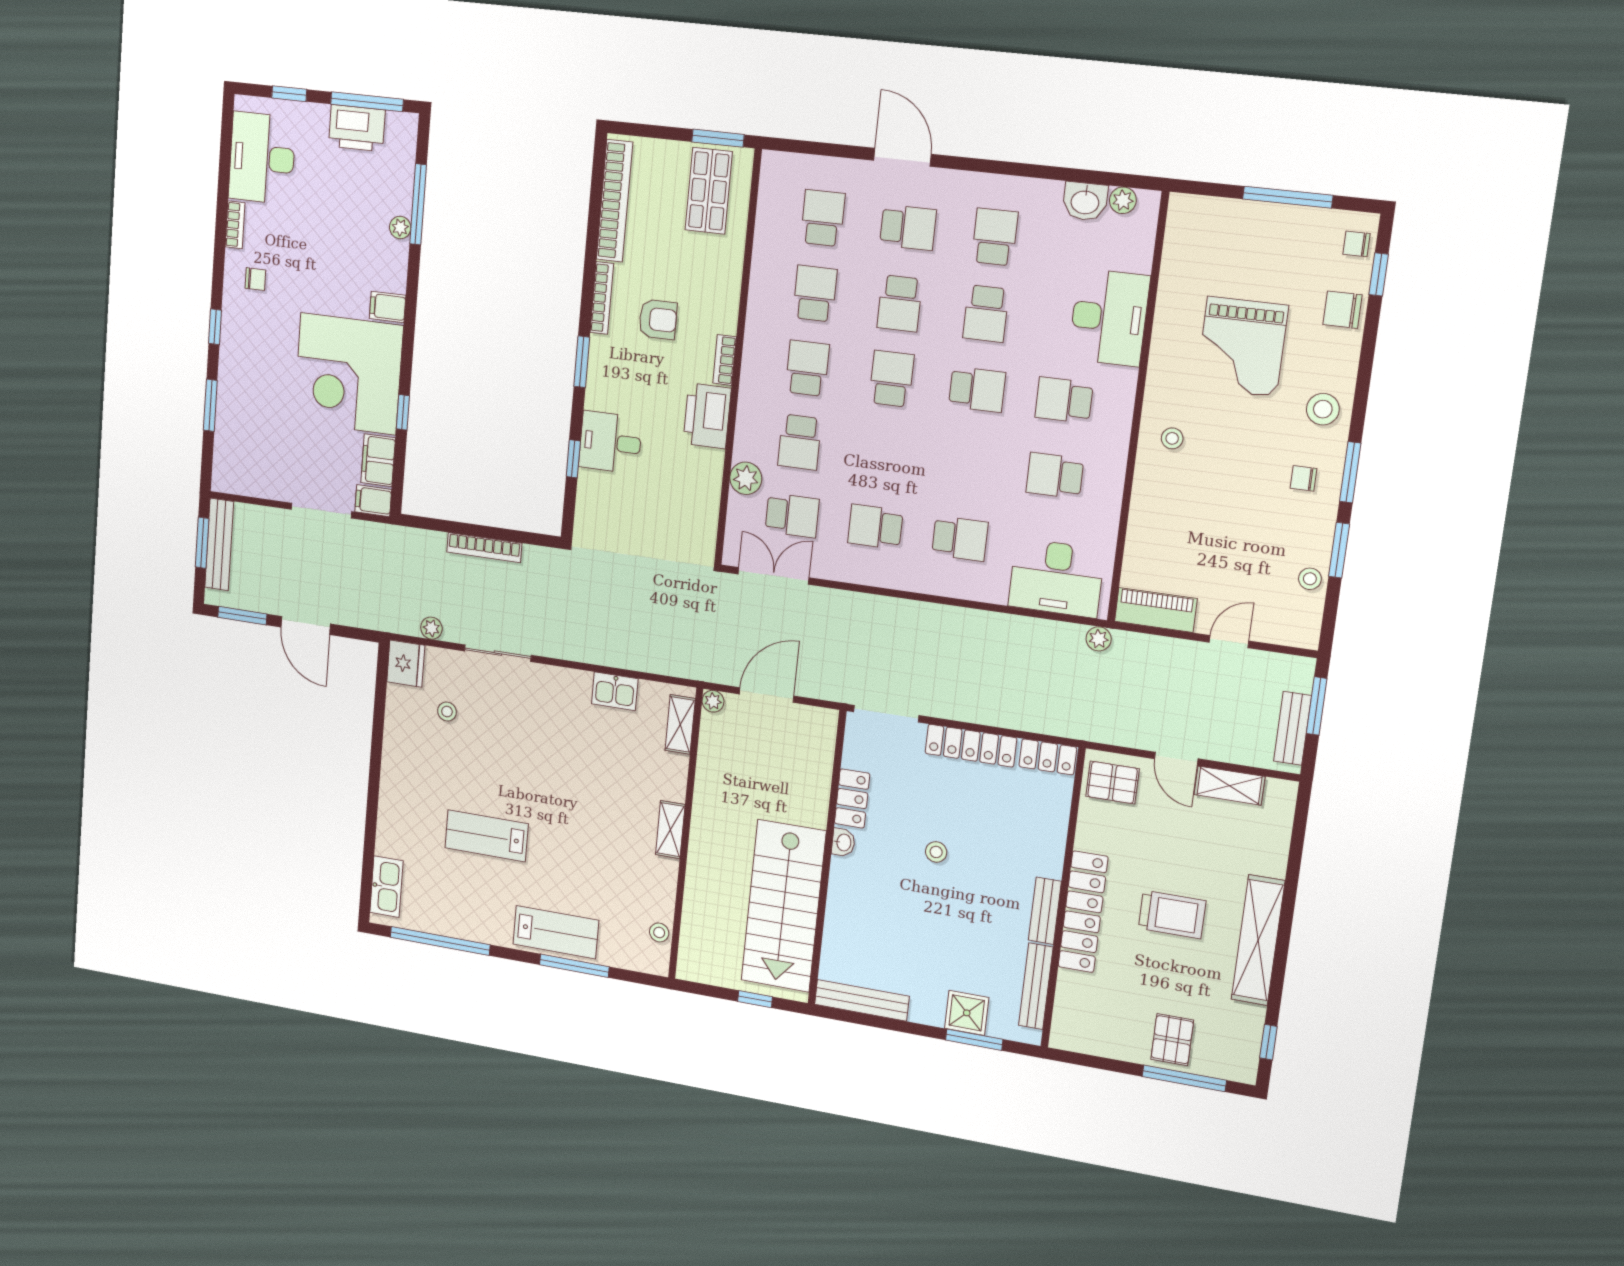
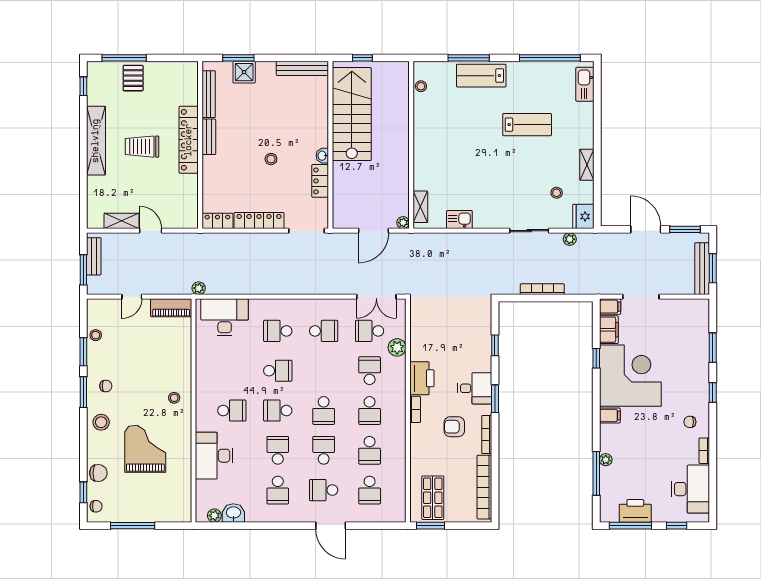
desk: (610, 442) -> (475, 388), moved
school desk: (1055, 476) -> (278, 371), moved
pallet: (1113, 783) -> (182, 213), removed
shelving: (670, 830) -> (587, 165), moved

